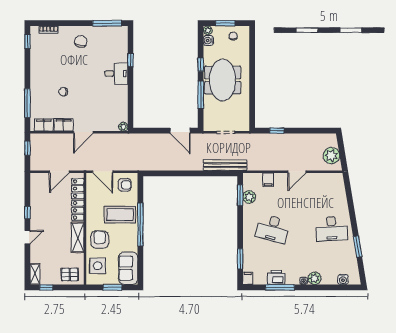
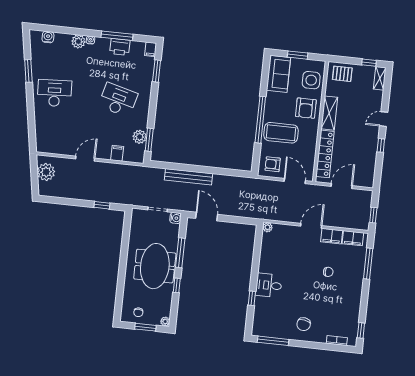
water cooler: (208, 40) -> (175, 218), moved
bench: (225, 165) -> (188, 177), moved

